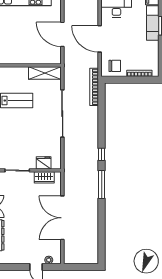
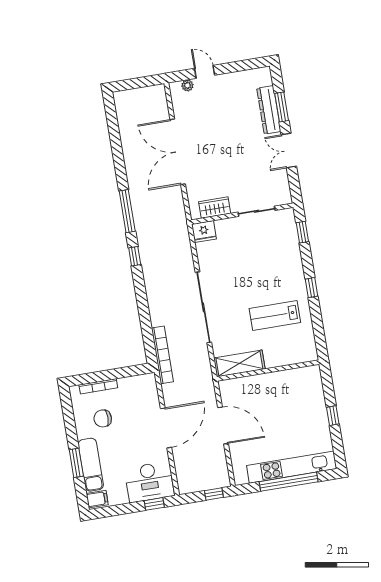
door: (100, 39) -> (166, 428), hinge flipped
chair: (115, 66) -> (103, 418), moved
fridge: (44, 163) -> (204, 232), moved
double door: (62, 218) -> (178, 152), swing flipped

